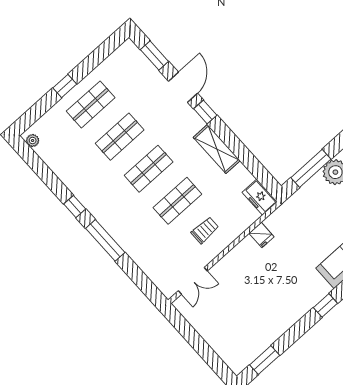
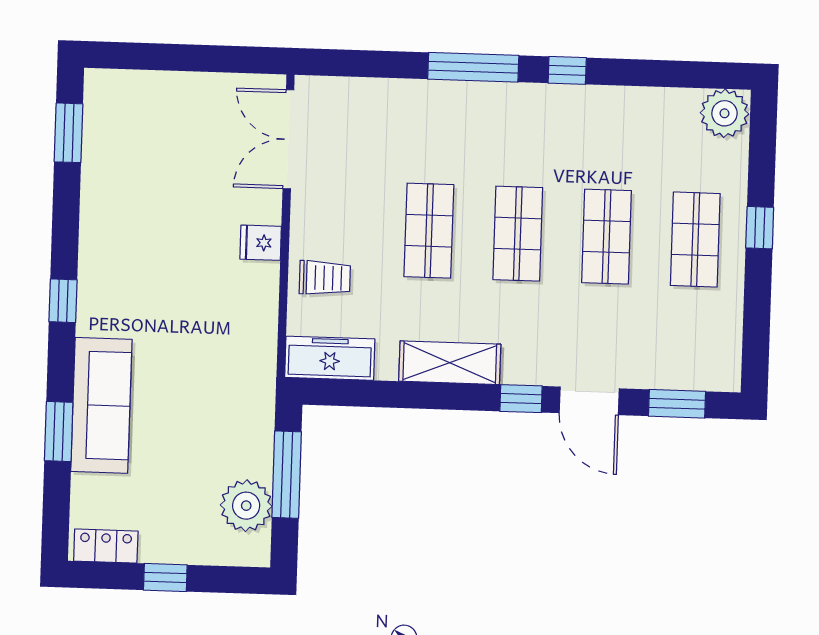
plant: (33, 140) -> (724, 113), width x1.88, depth x1.88
freezer: (260, 197) -> (330, 358), width x1.40
trolley: (205, 230) -> (325, 278), moved, turned -90
fridge: (261, 235) -> (261, 243), moved
double door: (193, 281) -> (288, 139), width x1.37

